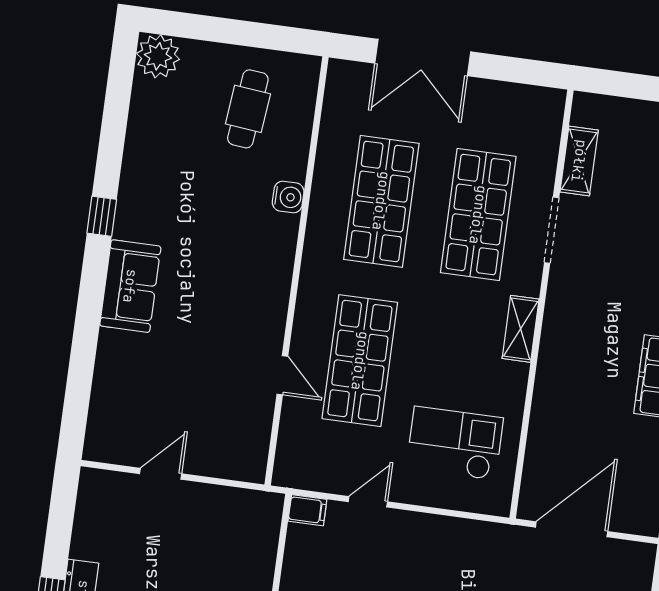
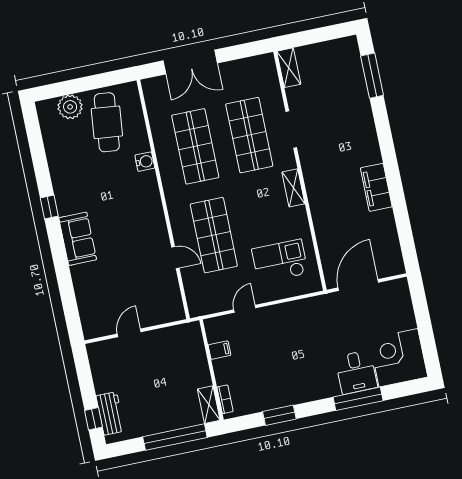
plant: (158, 56) -> (70, 107), moved
cafe table: (248, 109) -> (107, 122), width x1.37, depth x1.35
shelving: (579, 161) -> (289, 68), moved
filing cabinet: (307, 510) -> (219, 350), moved

